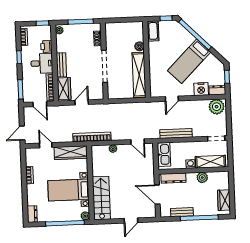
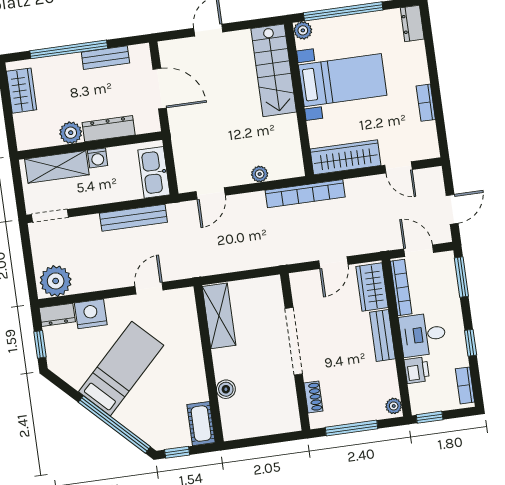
shelving: (139, 75) -> (219, 316), width x0.68
door: (22, 133) -> (452, 209), moved
door: (138, 142) -> (211, 193), swing flipped
dresser: (173, 178) -> (109, 129), moved

